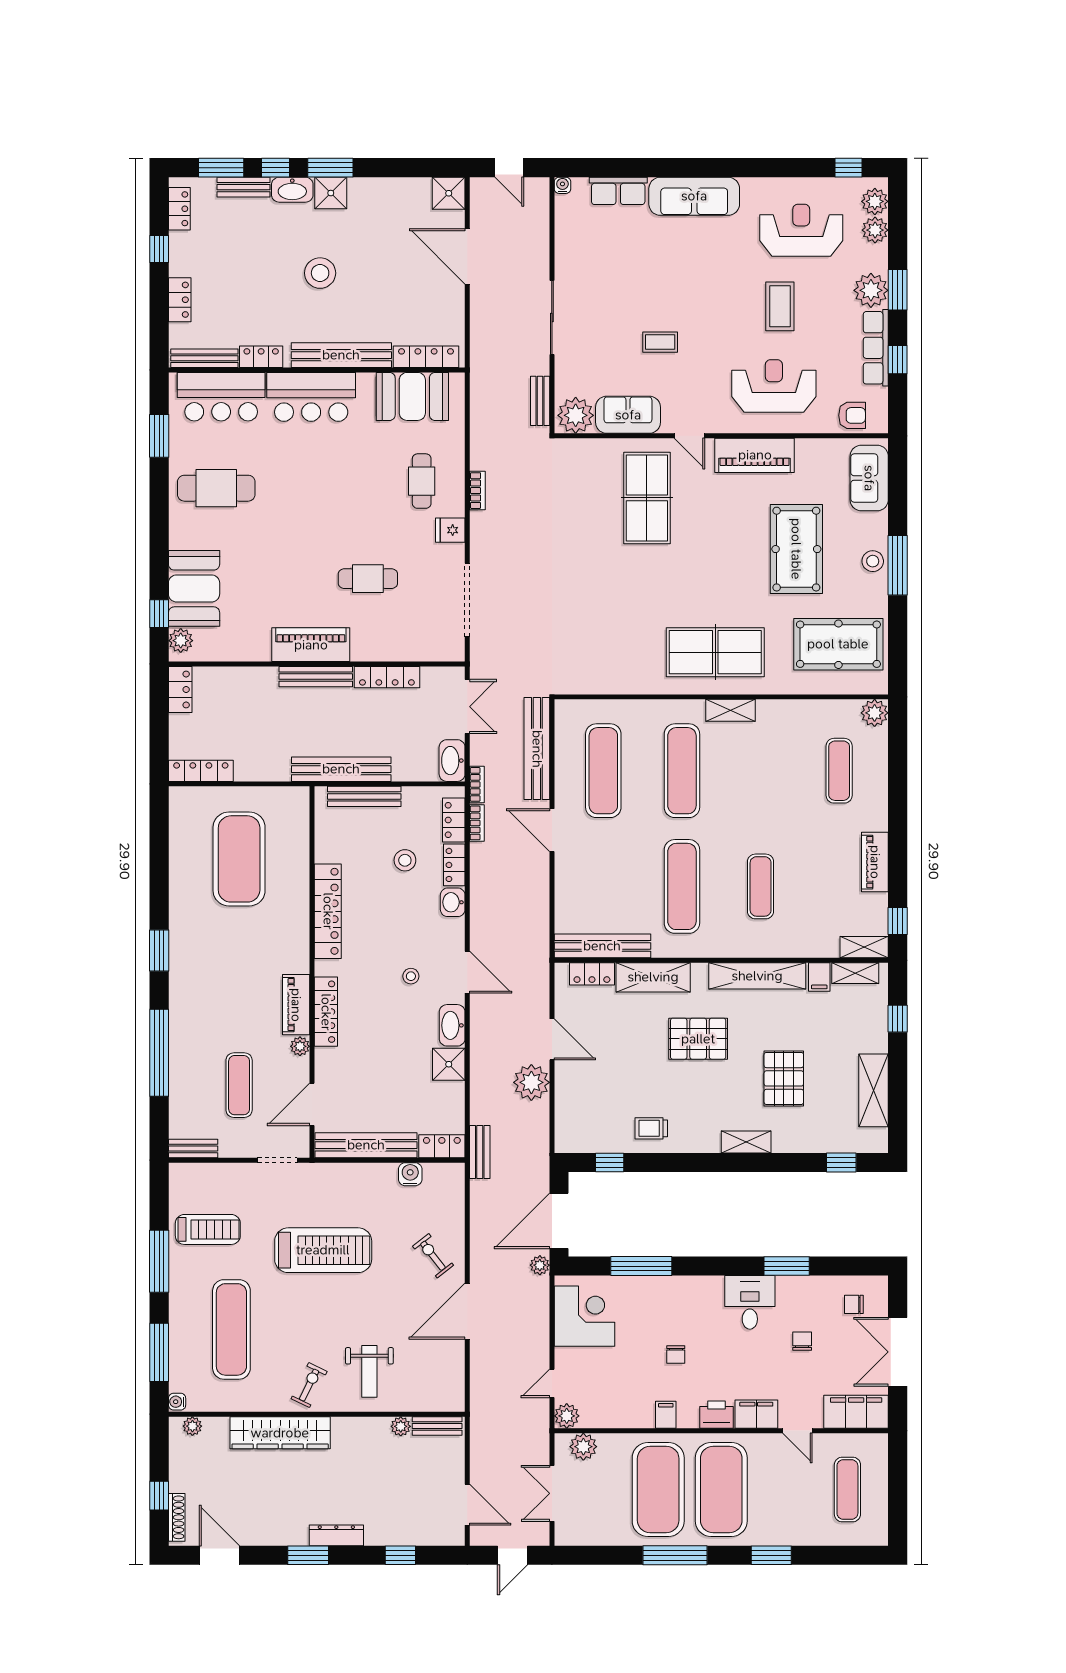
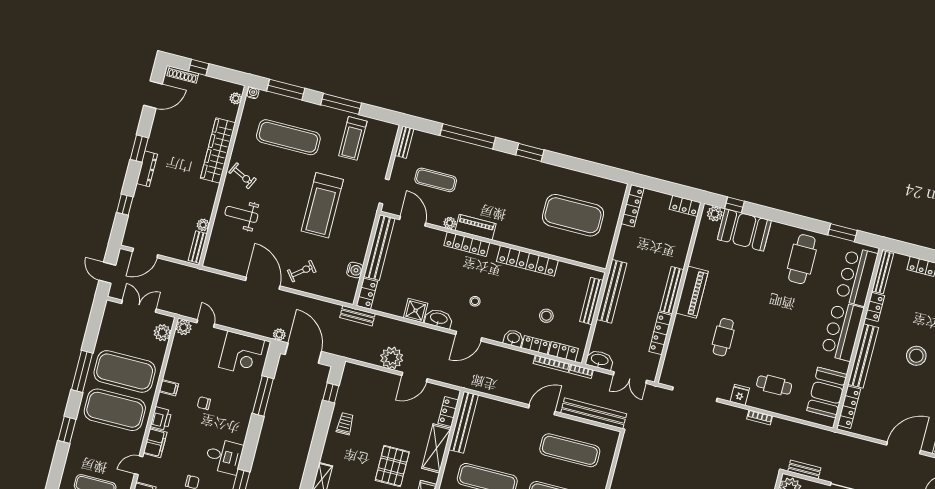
bookcase: (477, 823) -> (552, 364), width x1.56

